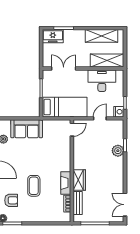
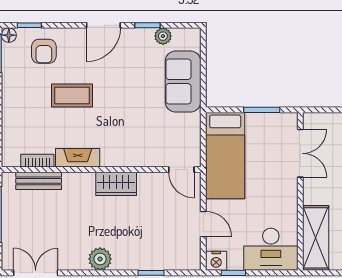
desk: (102, 81) -> (271, 249), moved, turned 90
plant: (118, 151) -> (100, 259), moved
wardrobe: (79, 180) -> (116, 184), moved

